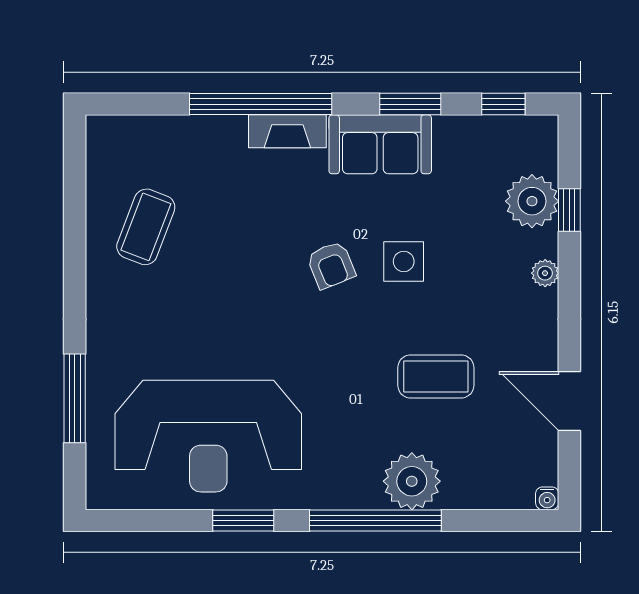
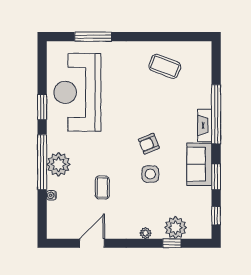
coffee table: (436, 376) -> (102, 187), width x0.73, depth x0.77
plant: (412, 481) -> (59, 164), moved
water cooler: (547, 498) -> (51, 195), moved

